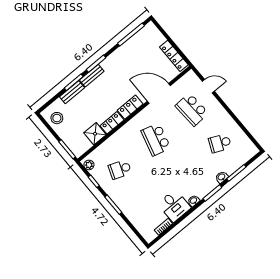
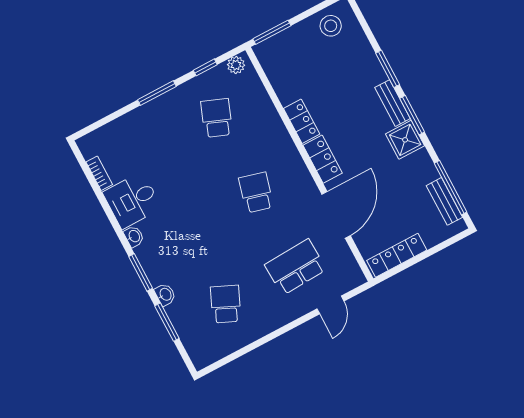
bench: (72, 92) -> (444, 201), moved
shower: (95, 134) -> (405, 140), moved
school desk: (156, 139) -> (256, 192), width x0.54

